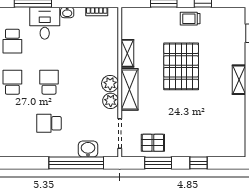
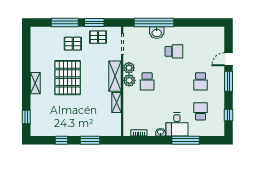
trolley: (190, 19) -> (71, 128), removed
pallet: (181, 66) -> (68, 78), moved
school desk: (49, 82) -> (147, 81), moved
pallet: (187, 134) -> (73, 44), added
washbasin: (88, 149) -> (157, 33), moved
window: (199, 163) -> (65, 23), width x2.17

